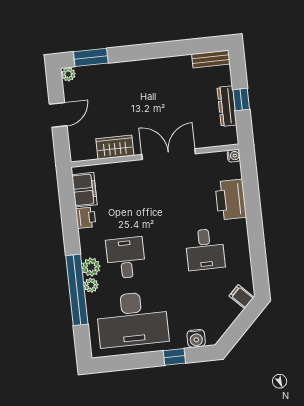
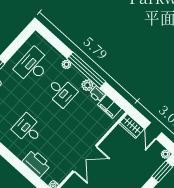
wardrobe: (115, 147) -> (131, 126), moved, turned 90
plant: (91, 267) -> (87, 85), moved
window: (77, 290) -> (86, 70), moved
desk: (132, 319) -> (33, 66), width x0.73, depth x0.77

